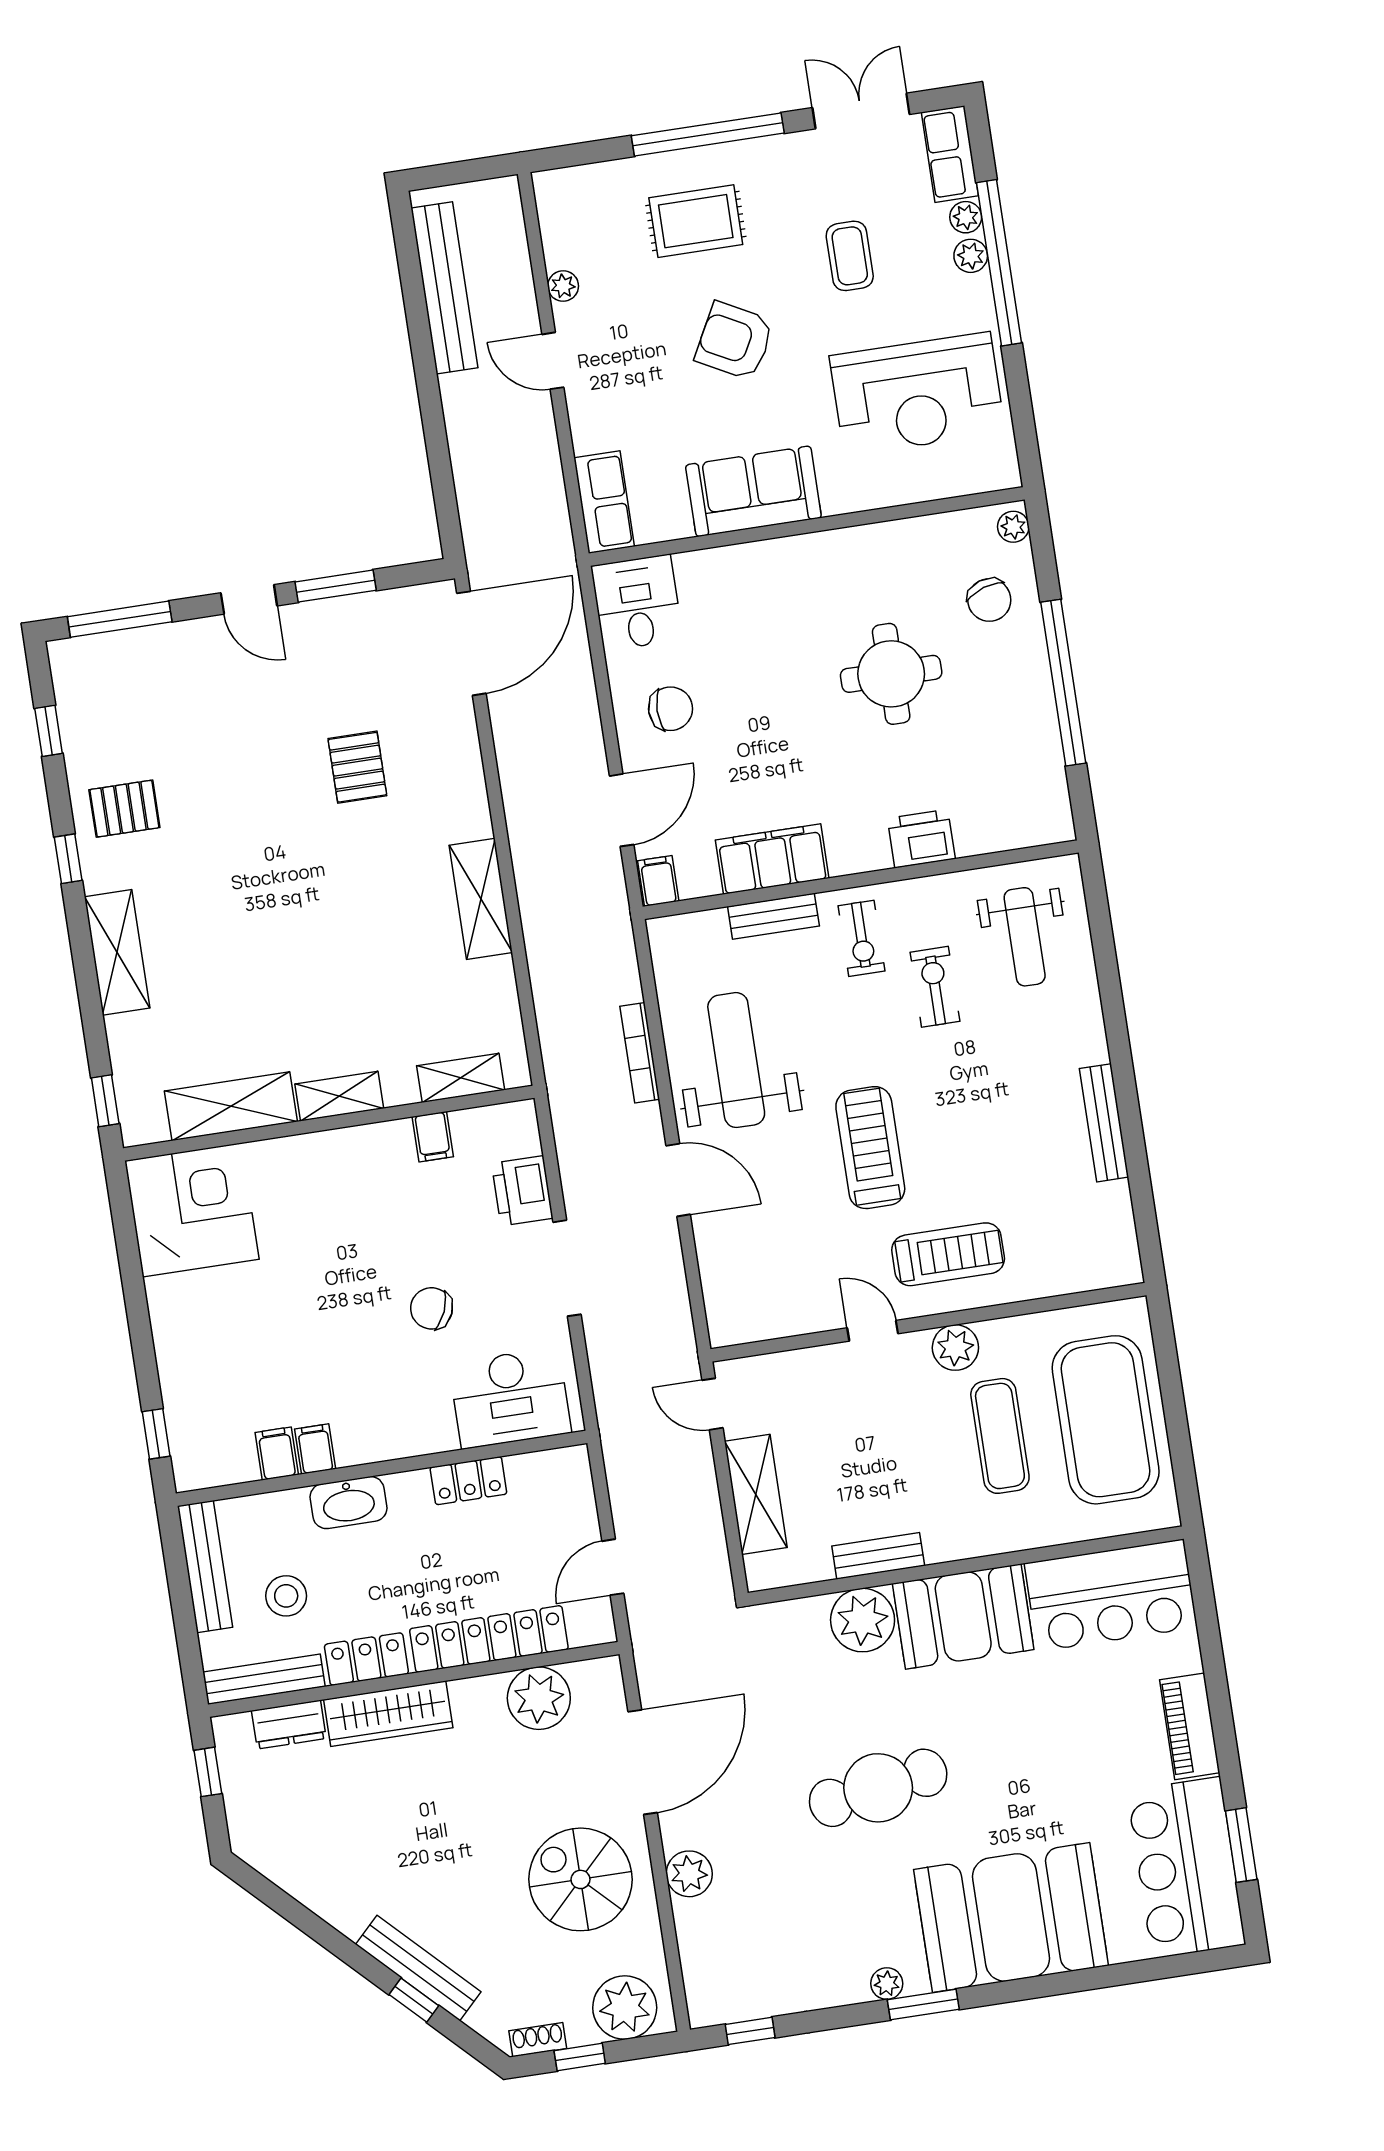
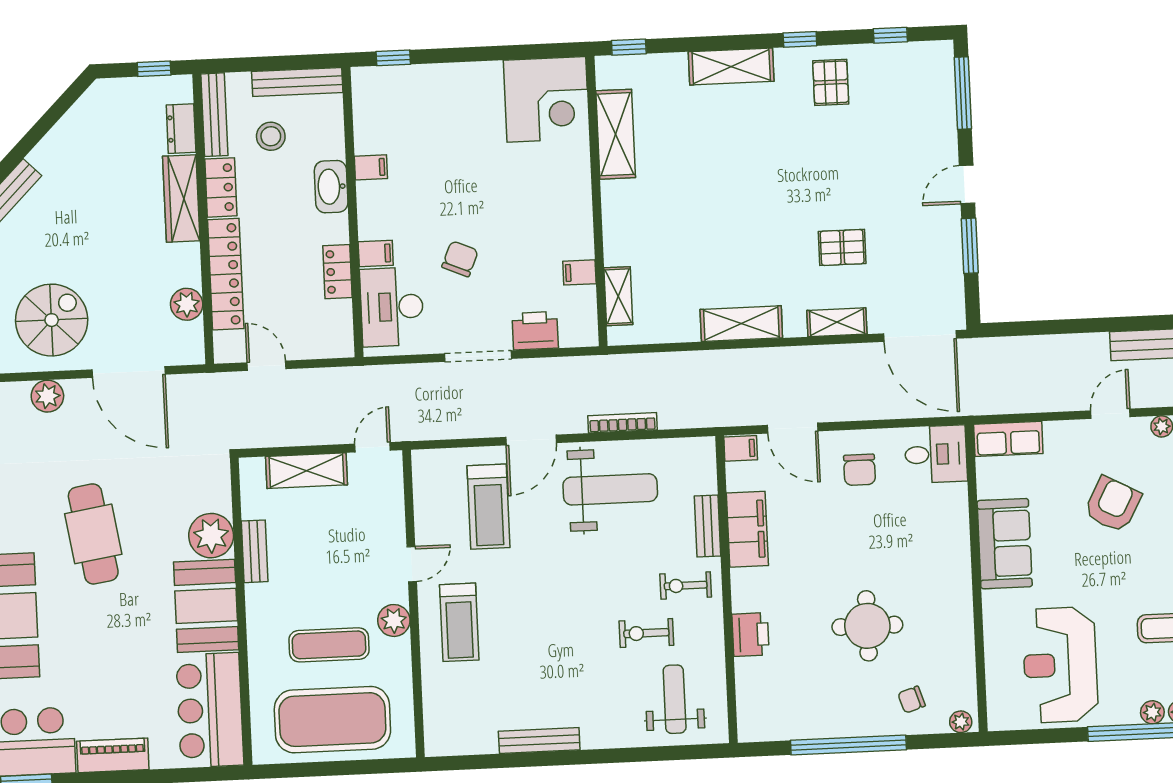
armchair: (735, 341) -> (1113, 504), moved
chair: (989, 600) -> (912, 700), width x0.73, depth x0.73
weight bench: (1025, 937) -> (675, 699), turned 90
exercise bike: (935, 987) -> (646, 633), turned 180
shelving: (339, 1096) -> (837, 322), moved, turned 90
treadmill: (870, 1148) -> (489, 507), moved, turned 90
filing cabinet: (277, 1454) -> (376, 253), moved
plant: (539, 1698) -> (187, 304), width x0.73, depth x0.73

